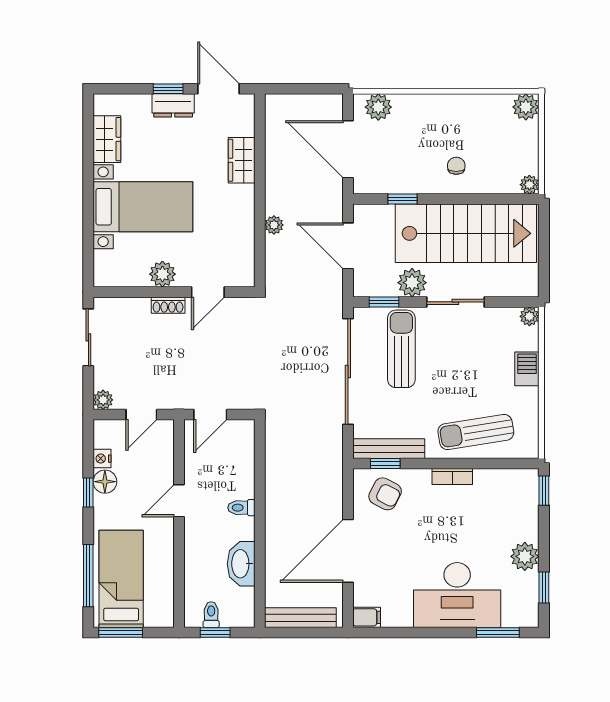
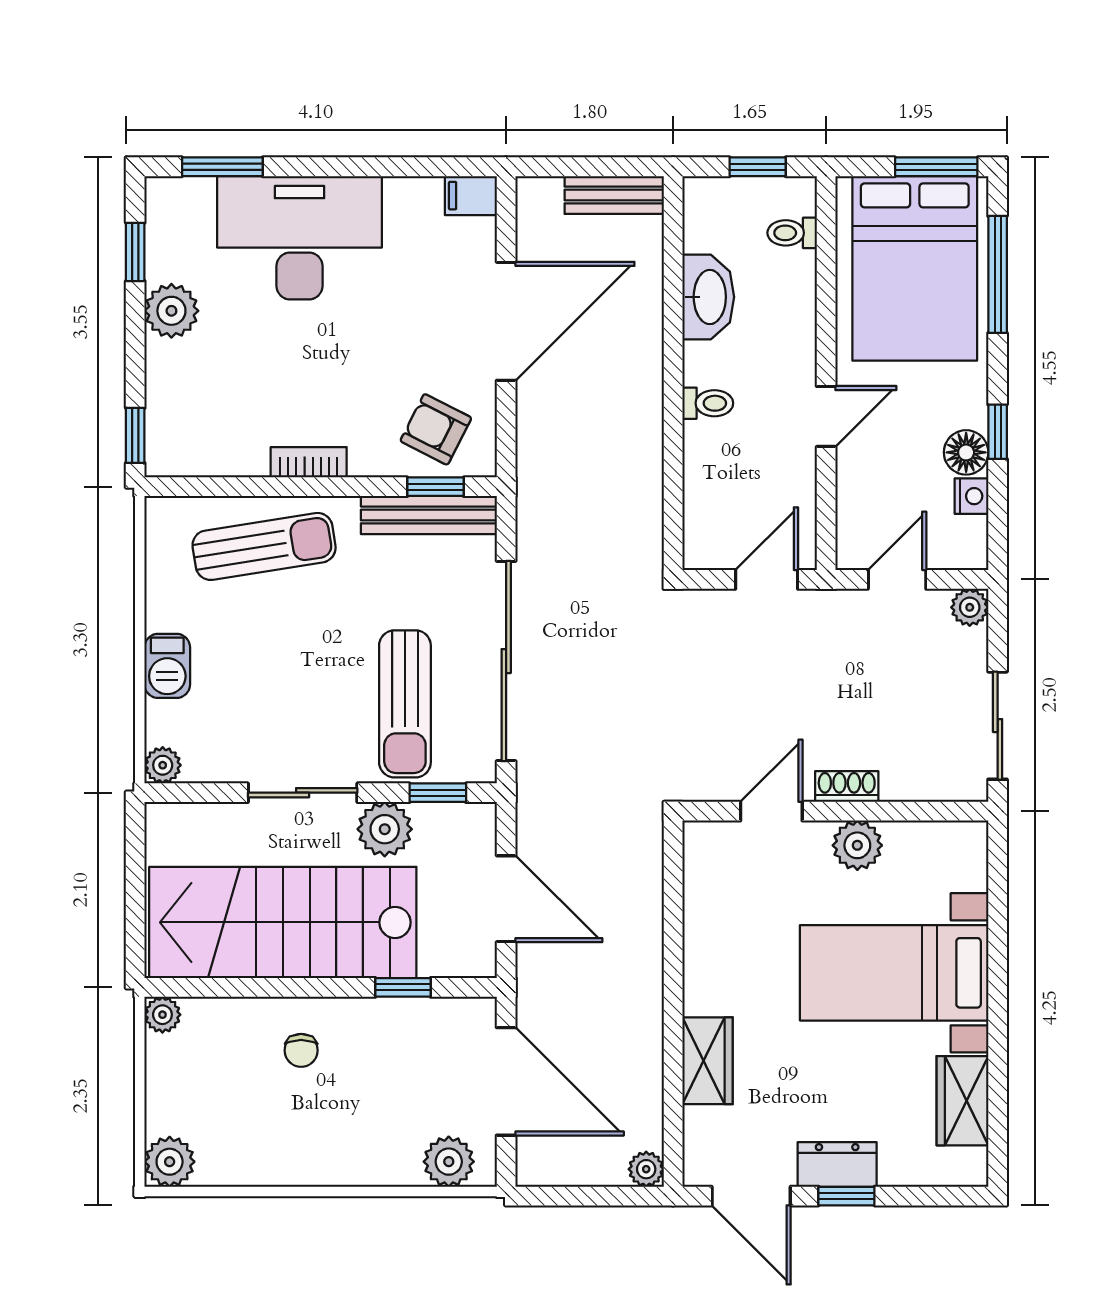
plant: (274, 225) -> (646, 1169), moved
bed: (121, 579) -> (915, 268), width x1.50
toilet: (211, 615) -> (792, 233), moved, turned 90
bench: (300, 618) -> (614, 195), width x0.73

